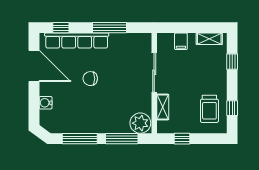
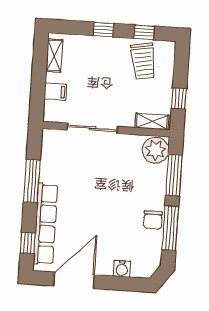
window: (232, 62) -> (104, 30), moved
chair: (90, 79) -> (153, 220), moved
shelving: (163, 107) -> (152, 121), moved
trolley: (209, 109) -> (143, 61), turned 80

